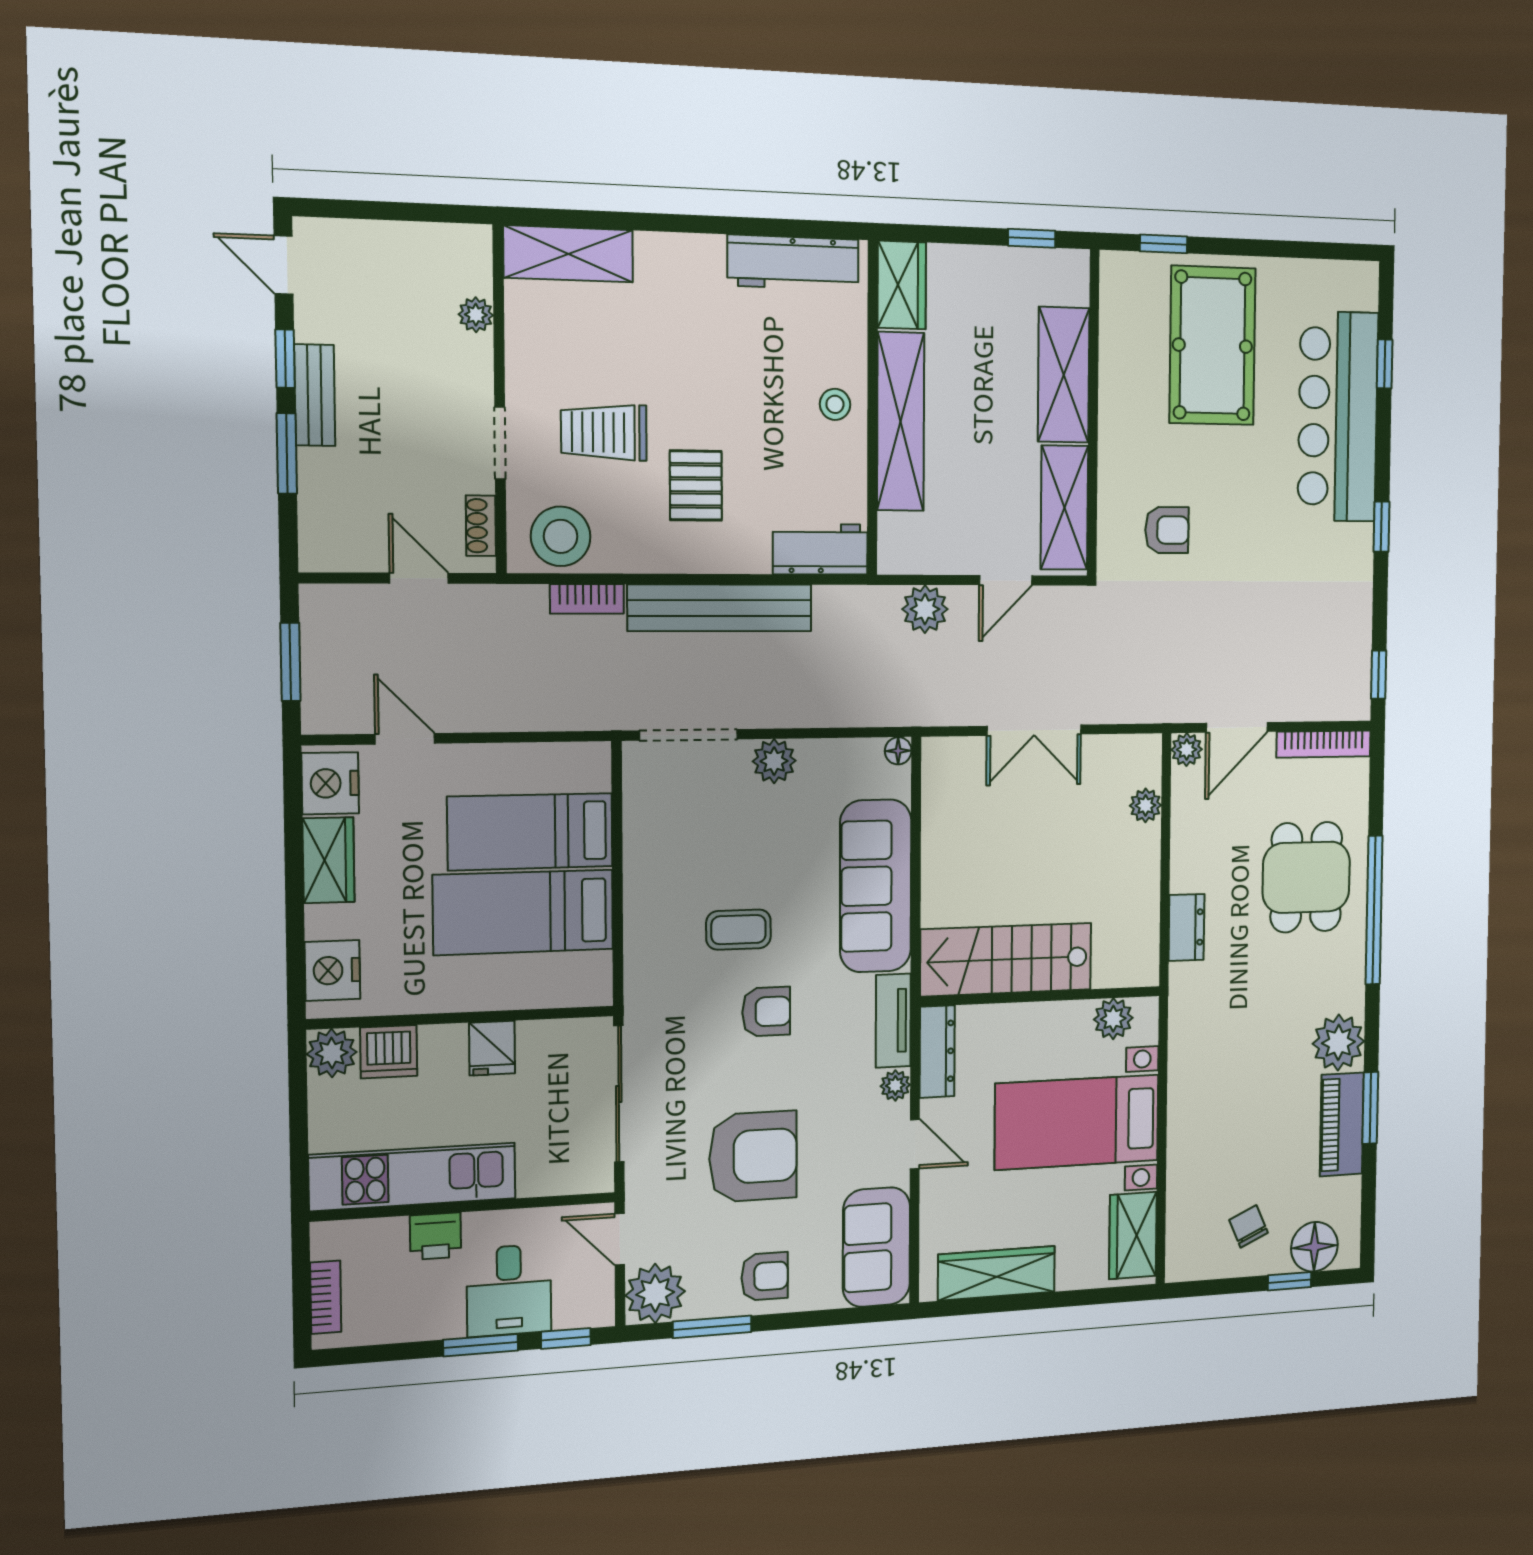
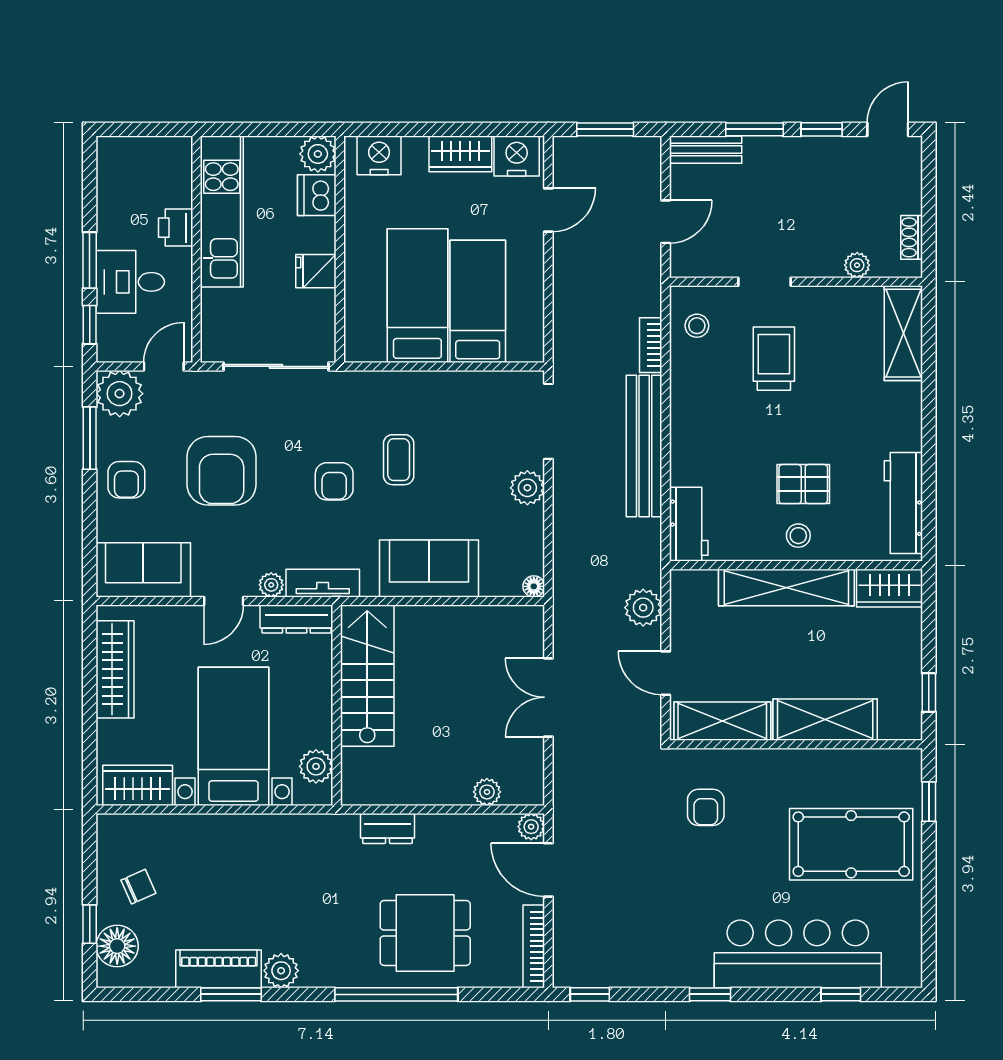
bench: (315, 395) -> (706, 150), moved
pallet: (696, 486) -> (803, 484), moved
shoe rack: (481, 526) -> (912, 237), moved, turned -90
stool: (561, 536) -> (697, 326), width x0.53, depth x0.53
sofa: (876, 886) -> (429, 569), width x0.73
plant: (1338, 1042) -> (281, 971), width x0.73, depth x0.73
bookcase: (326, 1297) -> (135, 147), removed

